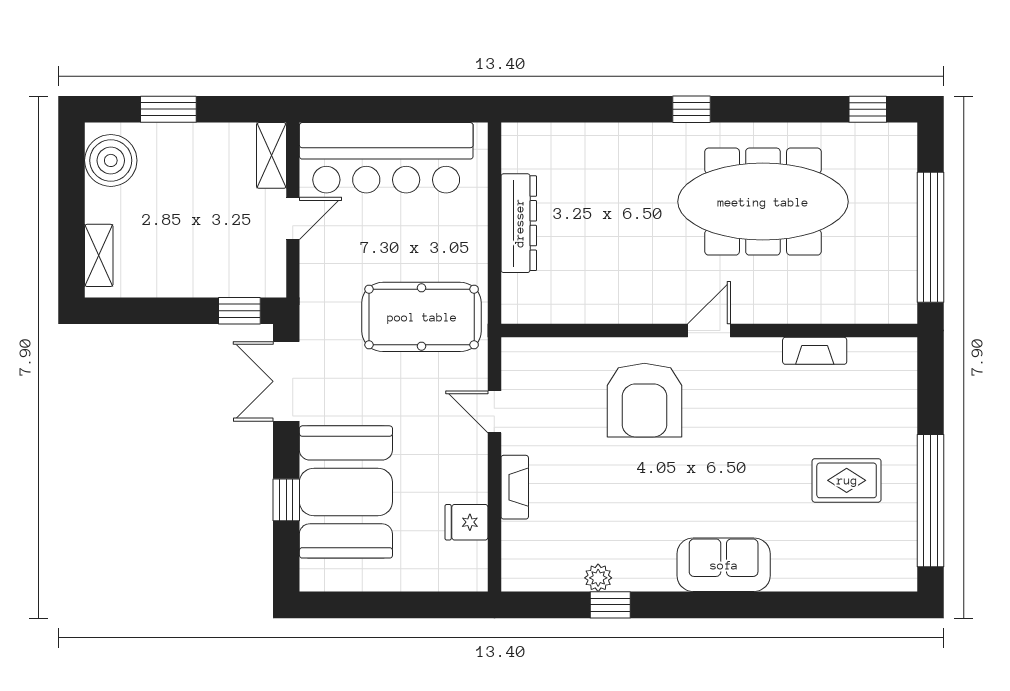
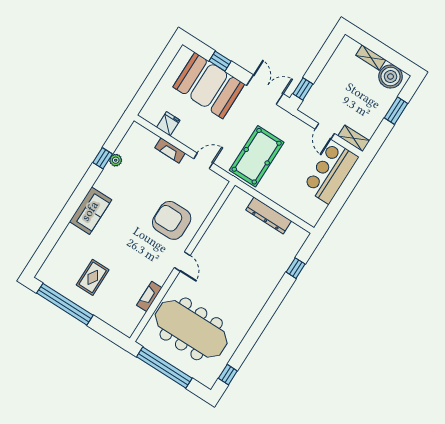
window: (691, 109) -> (296, 268), moved
bar counter: (386, 158) -> (331, 172), width x0.73
meeting table: (763, 202) -> (191, 329), moved, turned 90
shelving: (99, 255) -> (371, 58), moved

